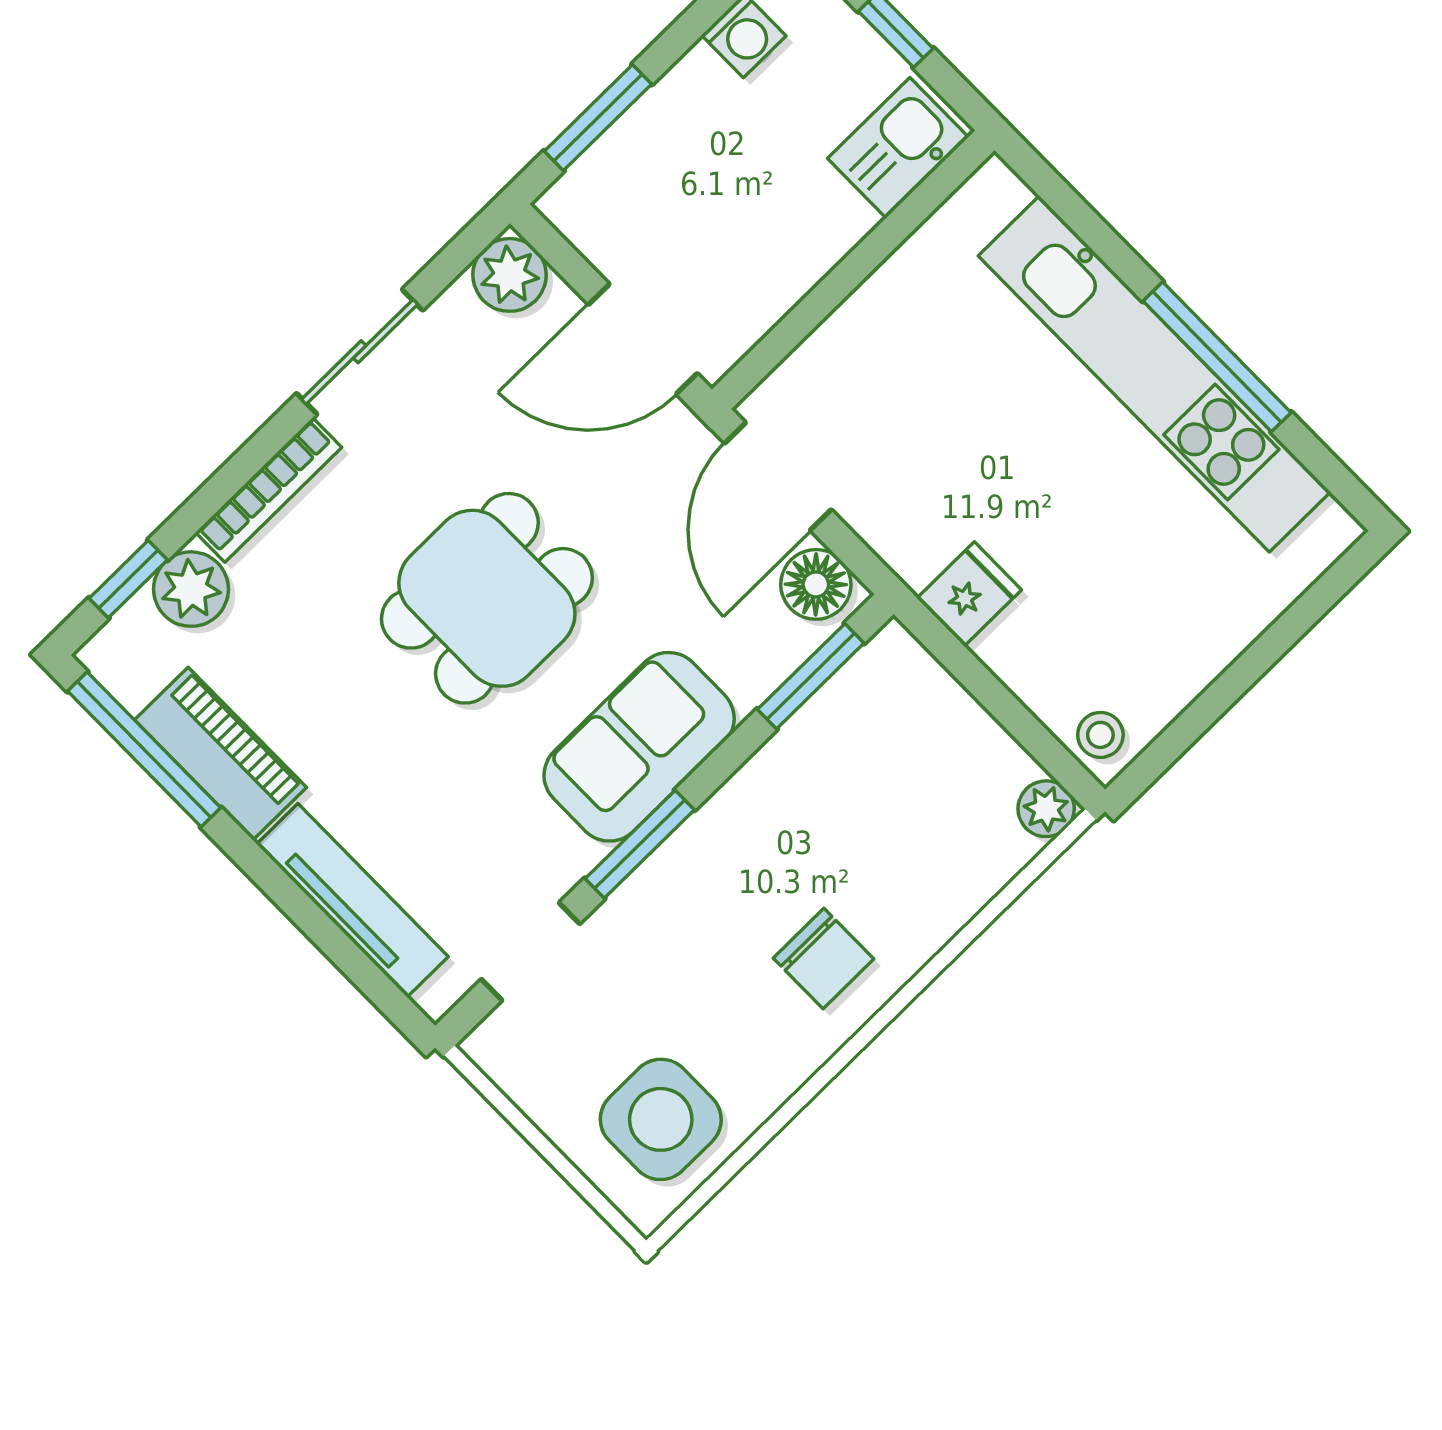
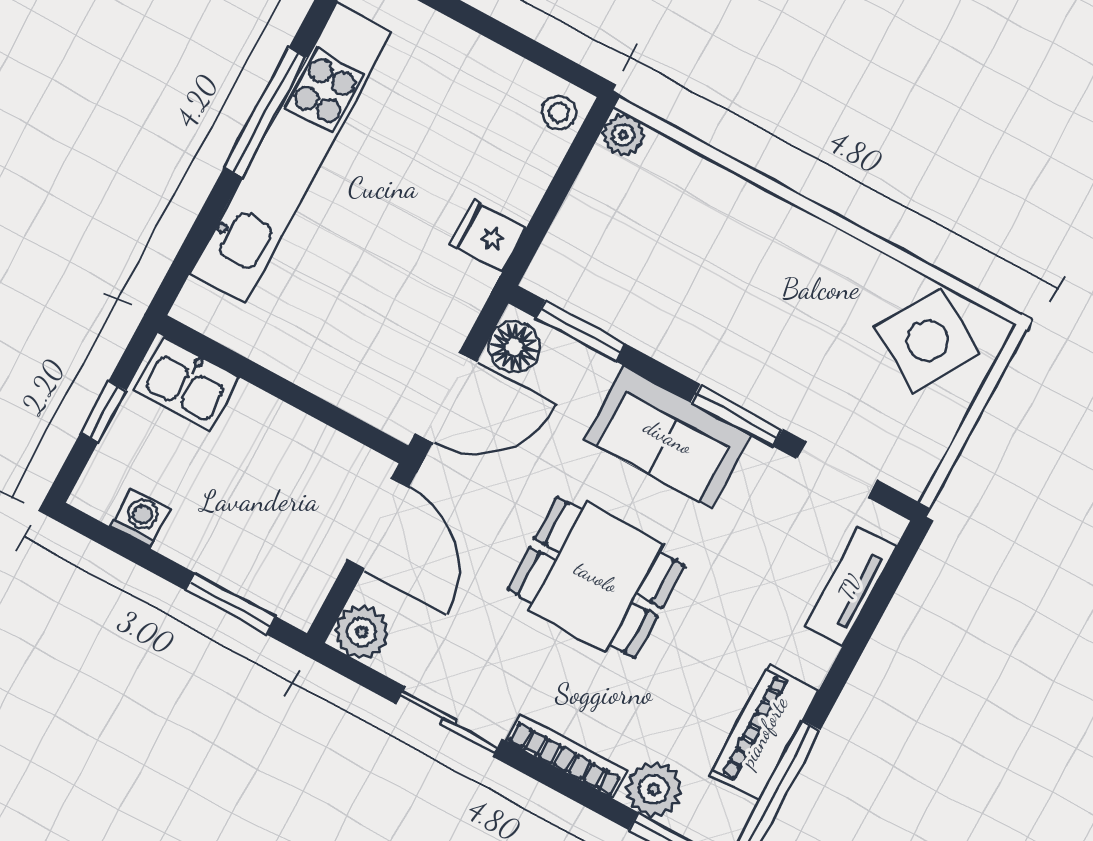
tv unit: (352, 900) -> (850, 587), width x0.71
chair: (824, 959) -> (778, 260), removed
side table: (661, 1119) -> (927, 340), turned 31

